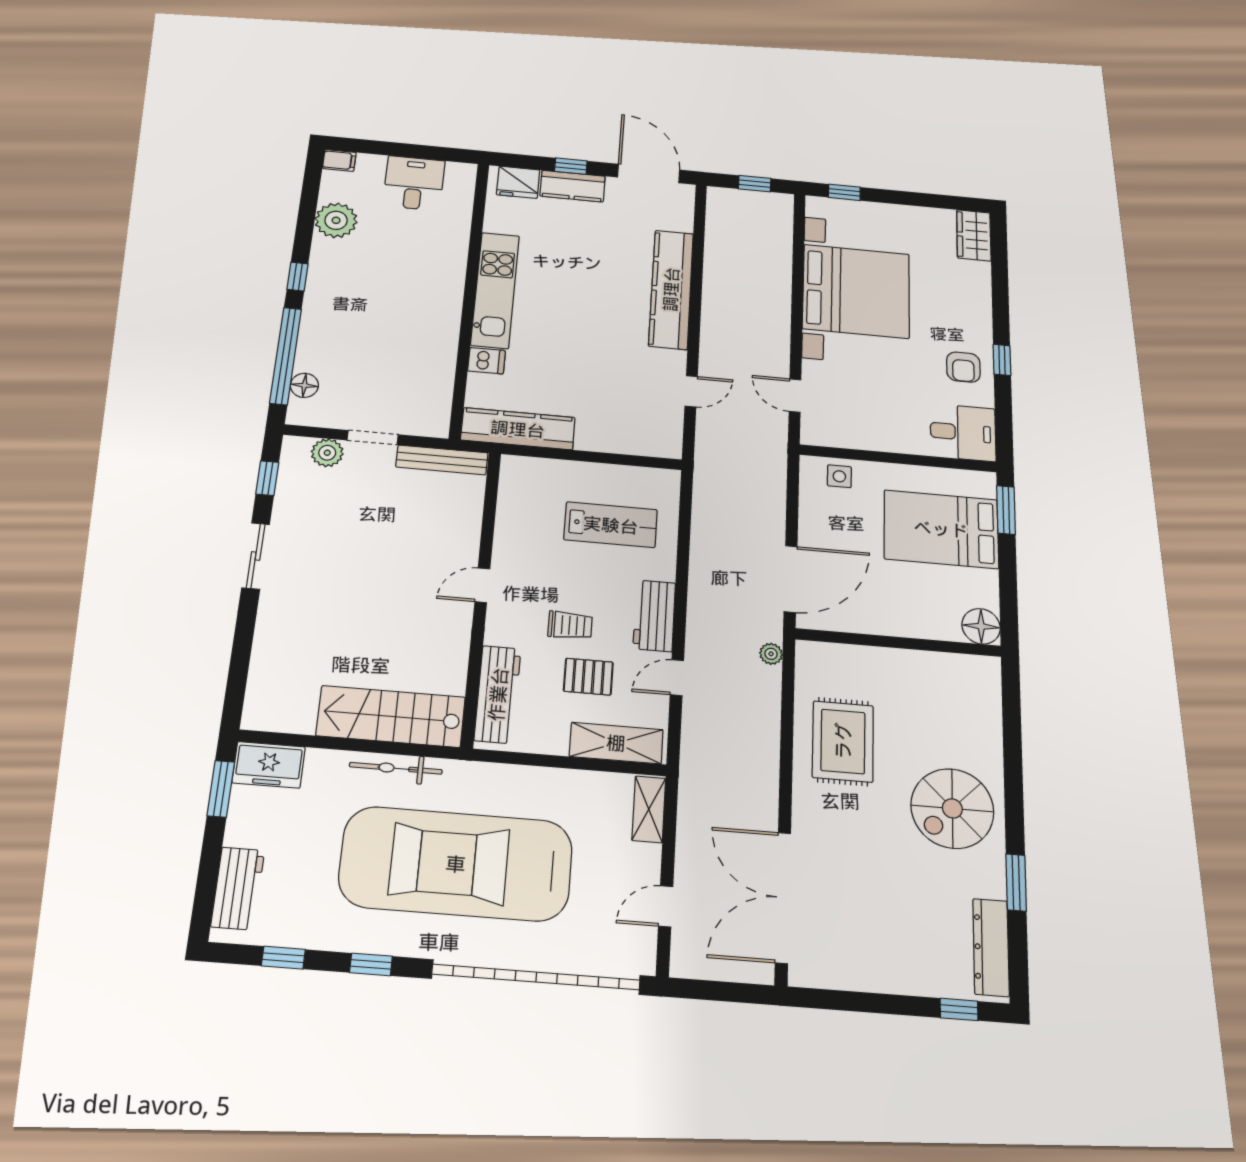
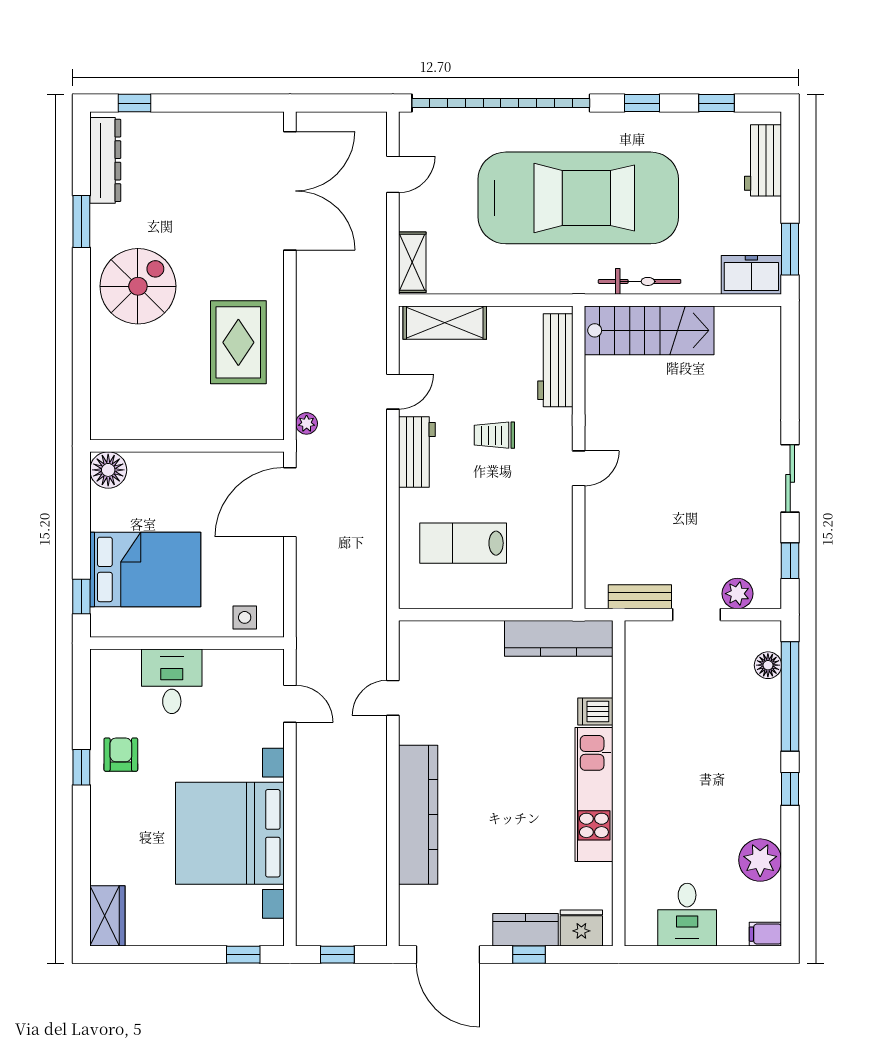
desk: (963, 433) -> (172, 681), moved, turned 90
bench: (442, 460) -> (640, 597), width x0.73
window: (1006, 510) -> (81, 597), width x0.67
pallet: (588, 677) -> (474, 385), removed

